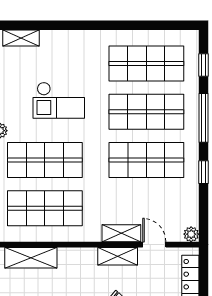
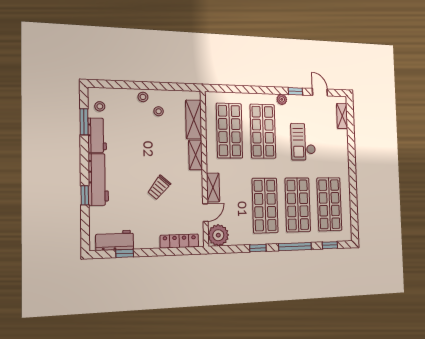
plant: (191, 234) -> (218, 235), width x1.87, depth x1.87
shelving: (118, 256) -> (196, 155), moved

